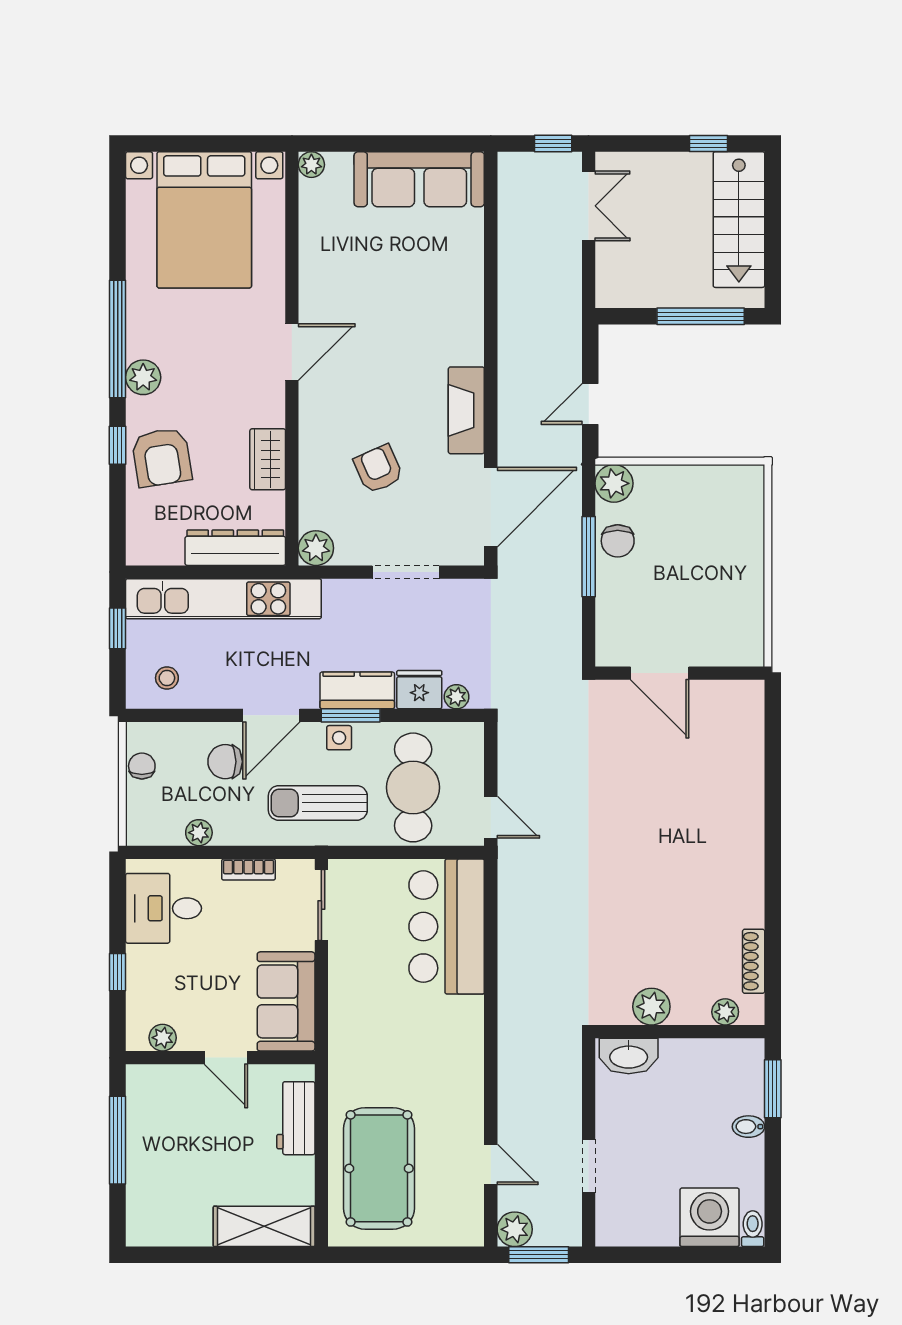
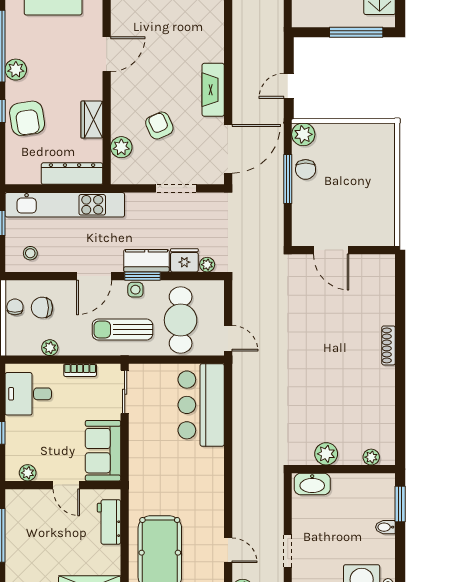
plant: (316, 548) -> (121, 147), moved
chair: (225, 762) -> (42, 308), moved
shoe rack: (754, 961) -> (389, 345), moved

